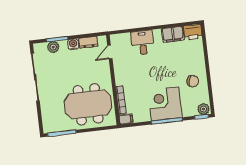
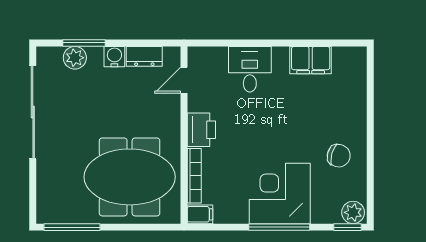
printer: (193, 32) -> (201, 130), moved, turned -90

